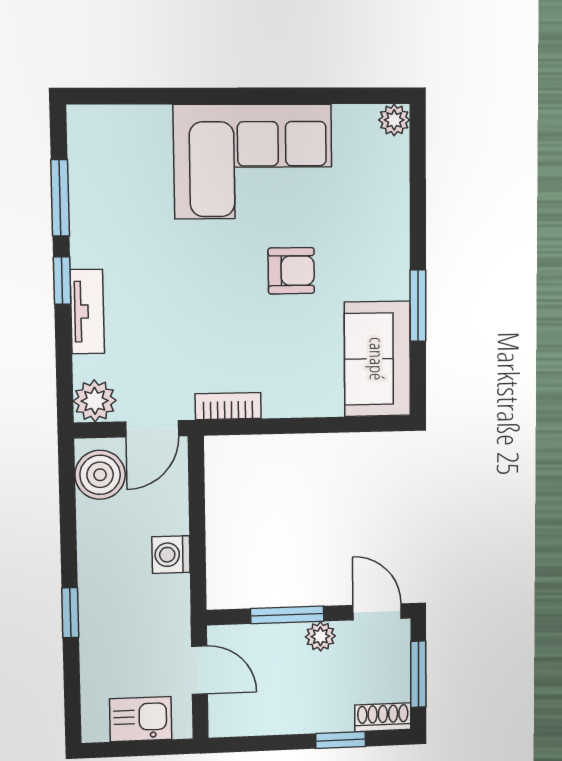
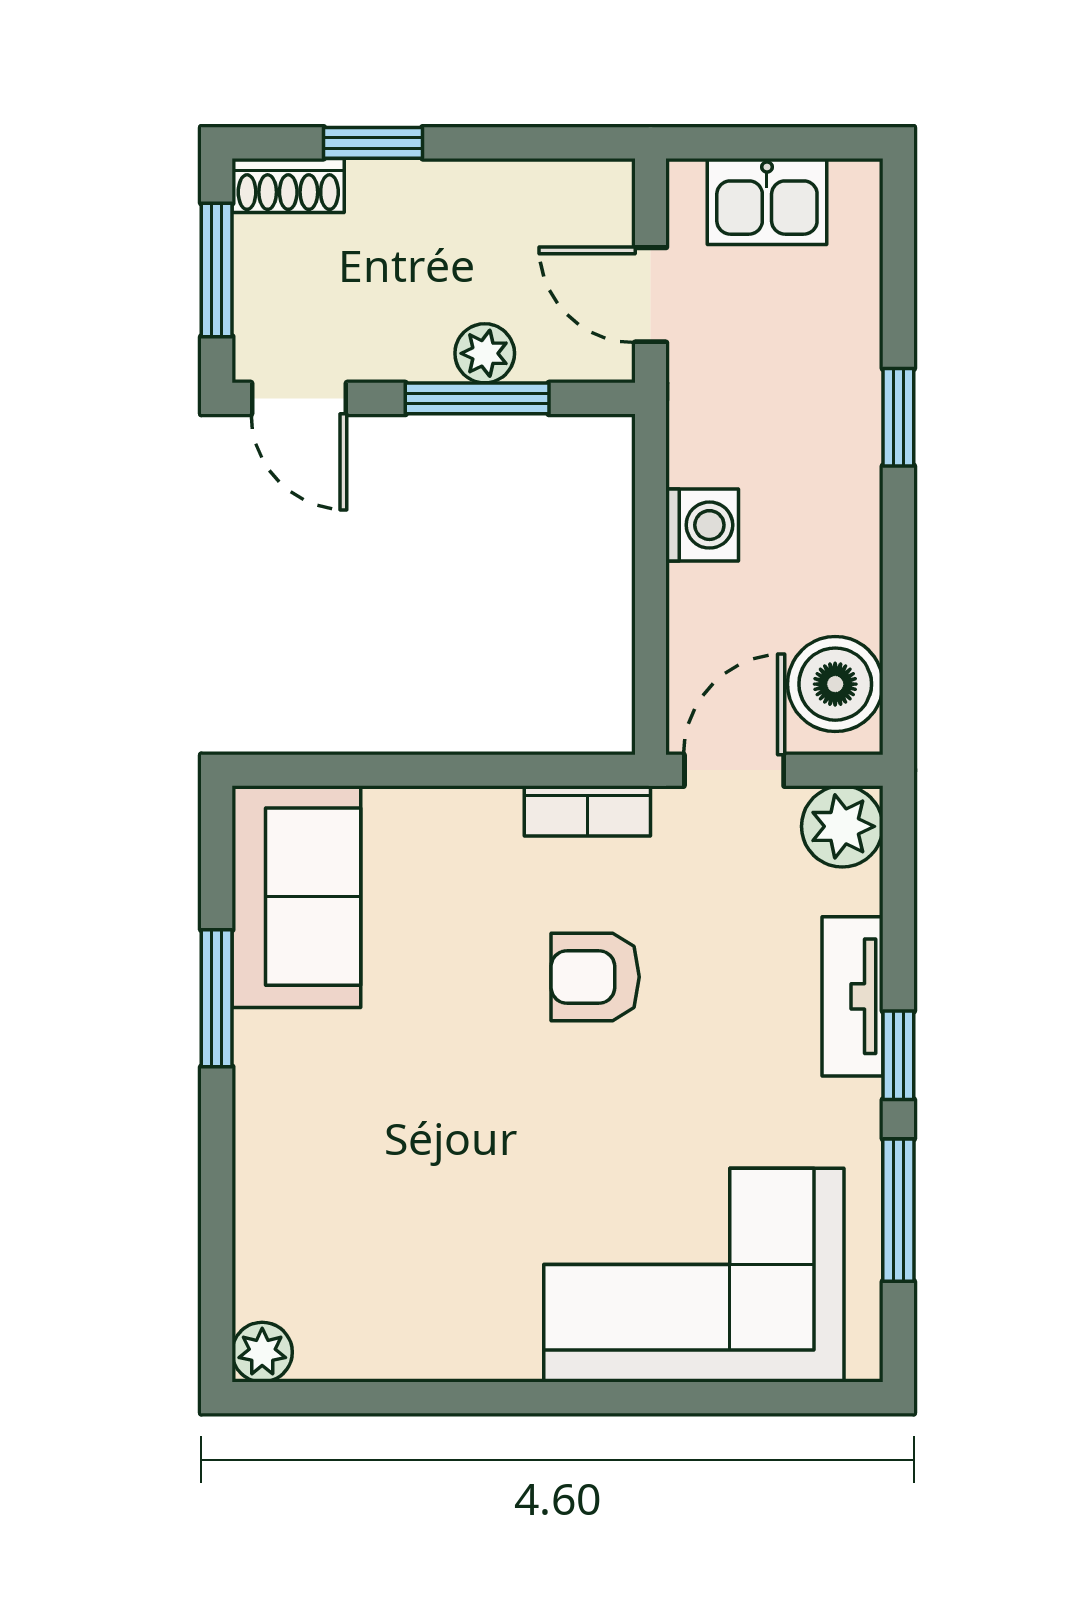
corner sofa: (253, 162) -> (694, 1275), moved
armchair: (291, 271) -> (595, 977), moved
plant: (320, 636) -> (485, 353), moved

